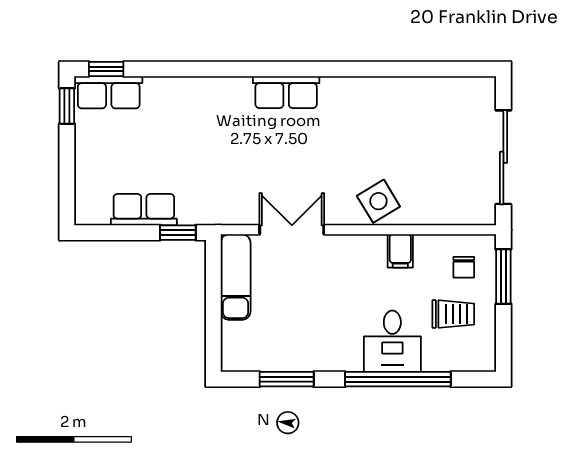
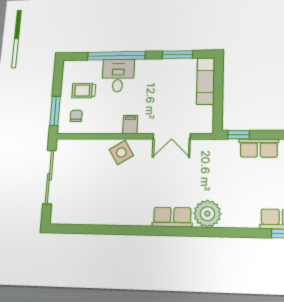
plant: (228, 99) -> (207, 214), added
filing cabinet: (400, 251) -> (130, 125), moved
exam couch: (236, 277) -> (206, 81), moved

